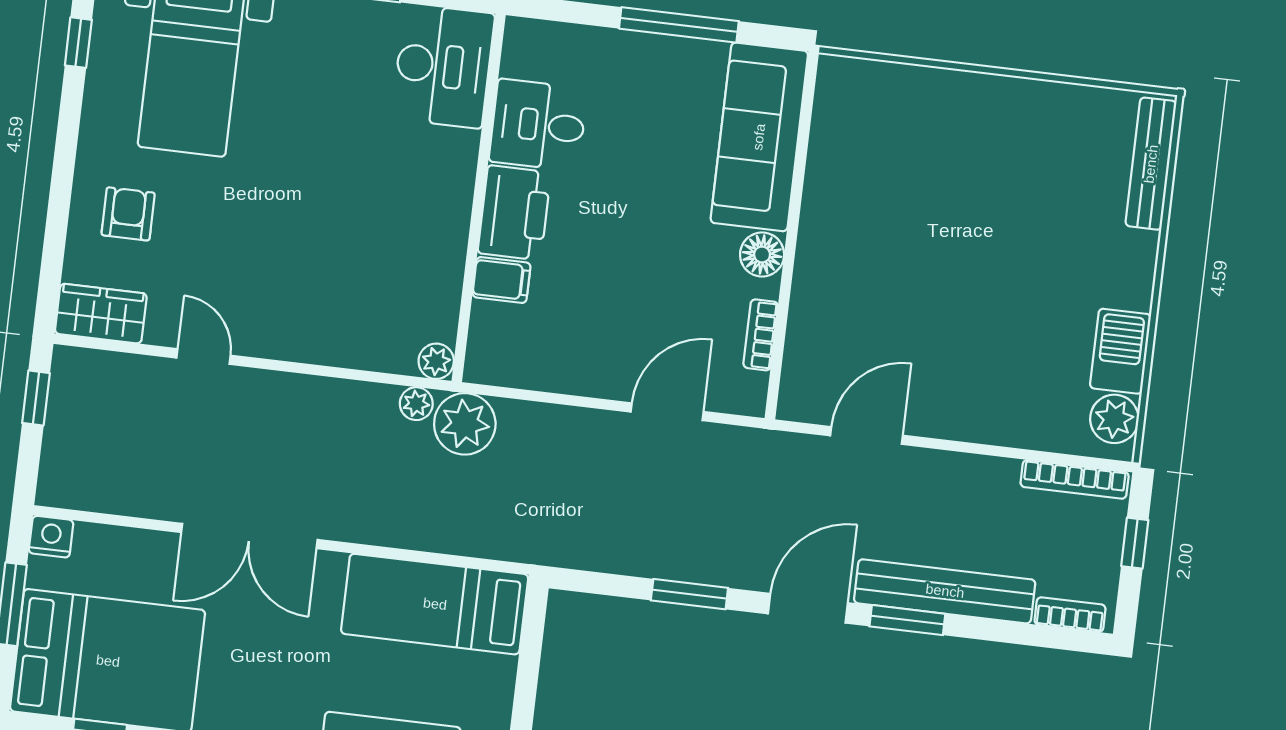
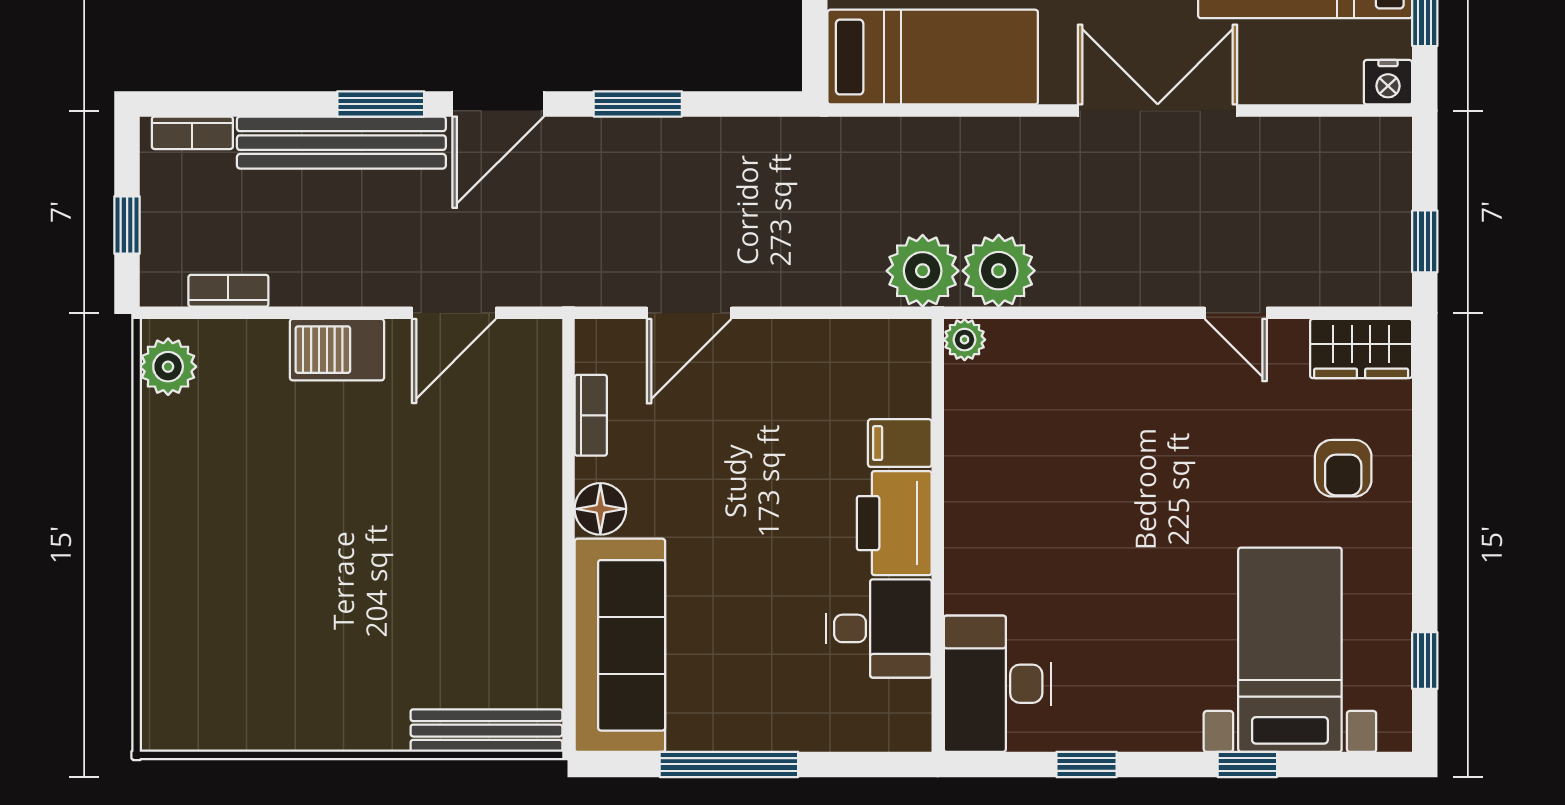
bench: (1151, 164) -> (486, 731), moved, turned 90
barbecue: (1120, 351) -> (337, 350), moved, turned 90
plant: (416, 404) -> (999, 271), width x1.88, depth x1.88
bookcase: (1075, 479) -> (228, 291), width x0.64

